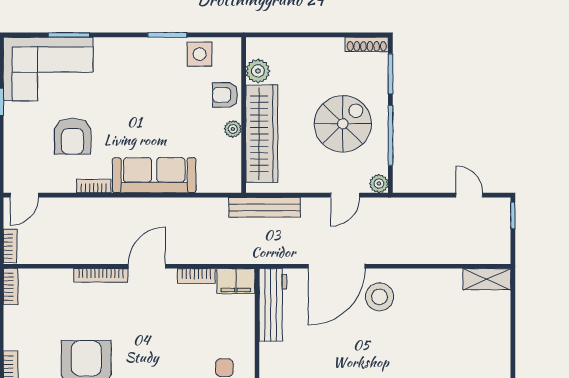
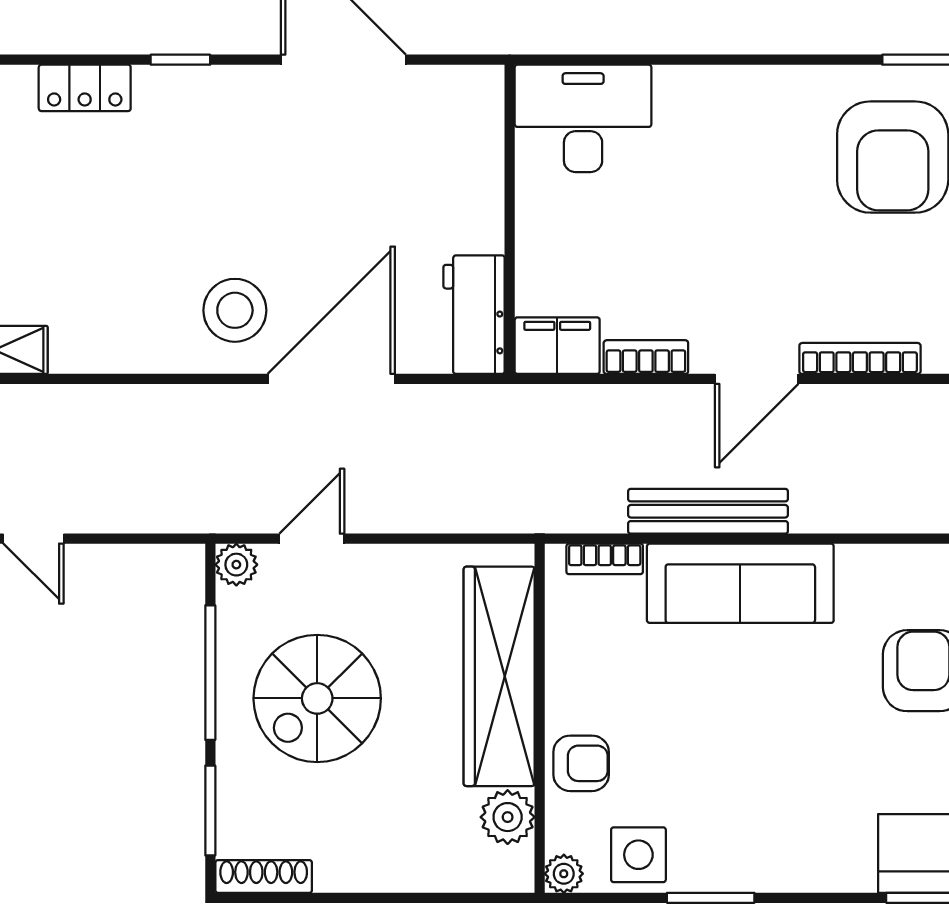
plant: (233, 129) -> (564, 874), moved
bookcase: (94, 186) -> (605, 559), moved
bench: (265, 207) -> (708, 511), moved
workbench: (273, 305) -> (474, 315), width x0.73

